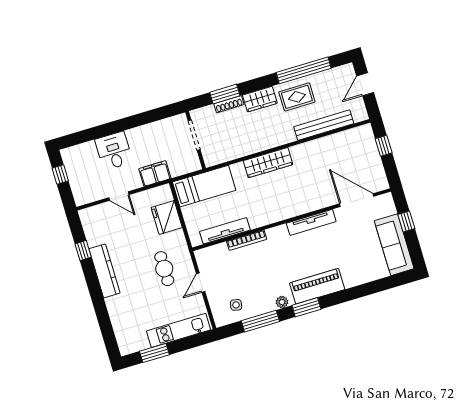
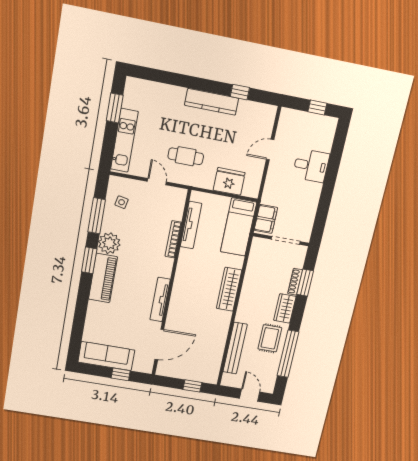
filing cabinet: (155, 174) -> (266, 219), moved
plant: (282, 302) -> (109, 243), width x1.87, depth x1.87

